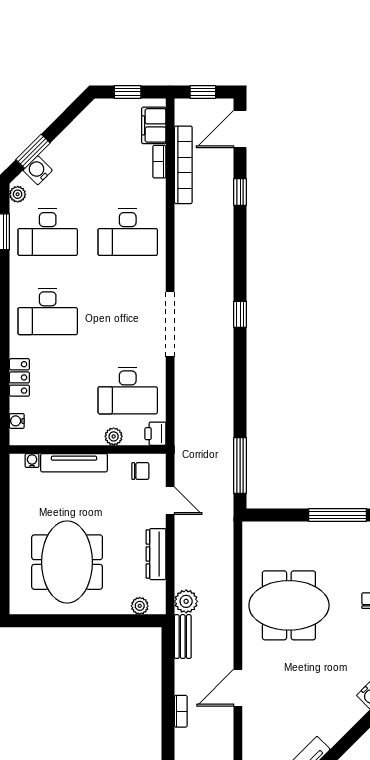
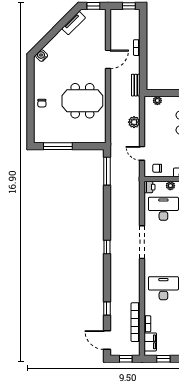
door: (240, 129) -> (107, 340), swing flipped
dresser: (156, 554) -> (149, 127), removed
plant: (186, 601) -> (134, 122), moved

